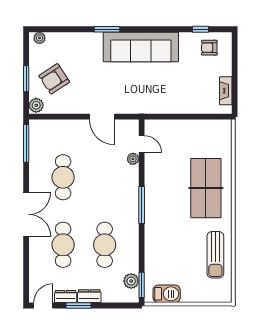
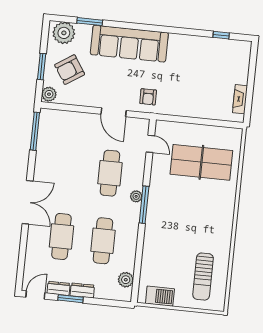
window: (107, 29) -> (90, 22), moved
plant: (40, 38) -> (64, 33), width x1.88, depth x1.88
sofa: (141, 47) -> (129, 44), moved
armchair: (209, 48) -> (148, 97), moved, turned -90
plant: (133, 159) -> (136, 196), moved
cafe table: (63, 177) -> (110, 173), moved
table tennis table: (206, 188) -> (201, 162), moved, turned 90
sun lounger: (215, 255) -> (203, 277), moved
window: (142, 285) -> (136, 285), removed

